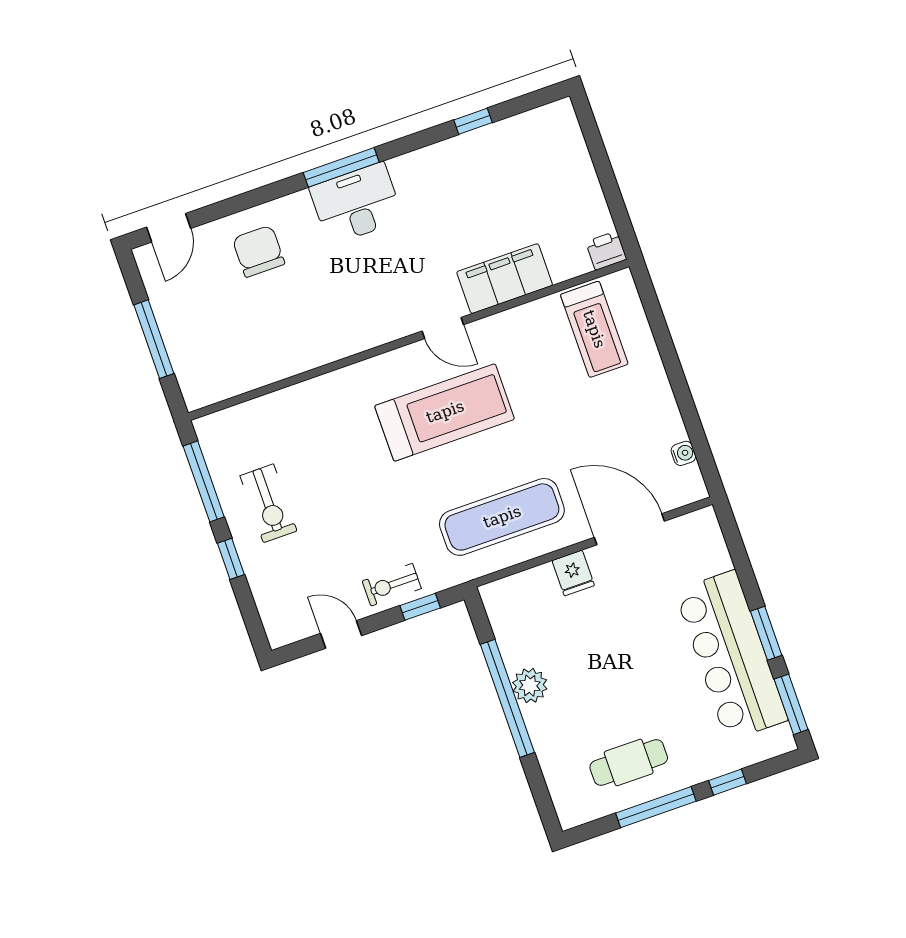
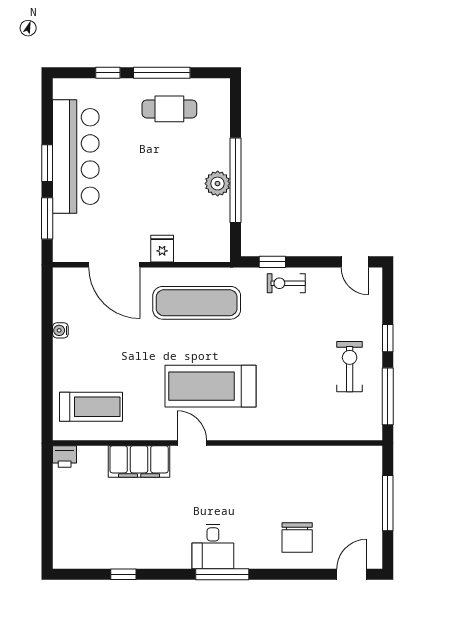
desk: (356, 204) -> (213, 546), width x0.73
treadmill: (594, 329) -> (91, 407), turned 90
water cooler: (683, 453) -> (60, 330), moved
exercise bike: (392, 585) -> (286, 283), turned 180
door: (341, 634) -> (355, 262), moved
window: (791, 704) -> (47, 218), moved

